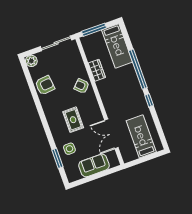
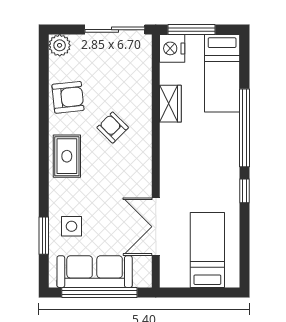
nightstand: (88, 42) -> (172, 48), added
armchair: (82, 86) -> (113, 128), moved
rug: (73, 120) -> (67, 156), moved
sofa: (94, 165) -> (95, 272), width x1.36
window: (95, 177) -> (99, 292), added

